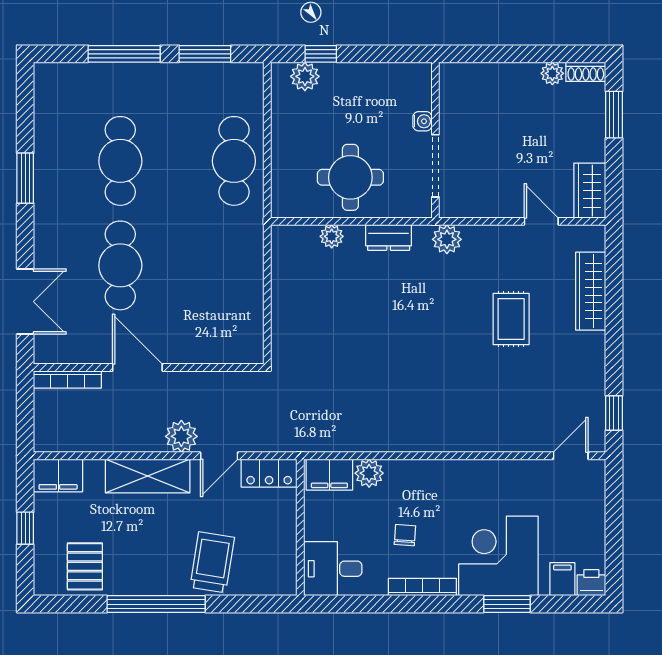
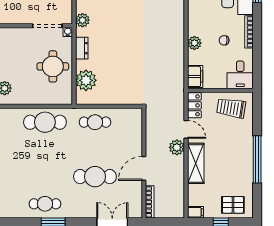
water cooler: (422, 121) -> (68, 32), moved
cafe table: (120, 161) -> (45, 204), moved, width x0.73, depth x0.74
plant: (332, 236) -> (86, 80), width x1.88, depth x1.88
cafe table: (234, 265) -> (95, 122), added
plant: (369, 473) -> (194, 43), moved
filing cabinet: (58, 475) -> (195, 212), width x0.50
trolley: (212, 562) -> (231, 108), moved
pallet: (85, 566) -> (233, 205), moved

